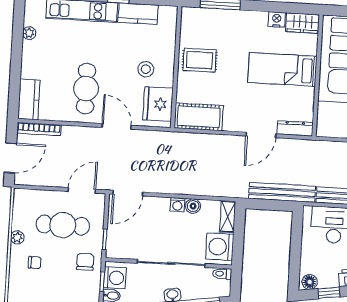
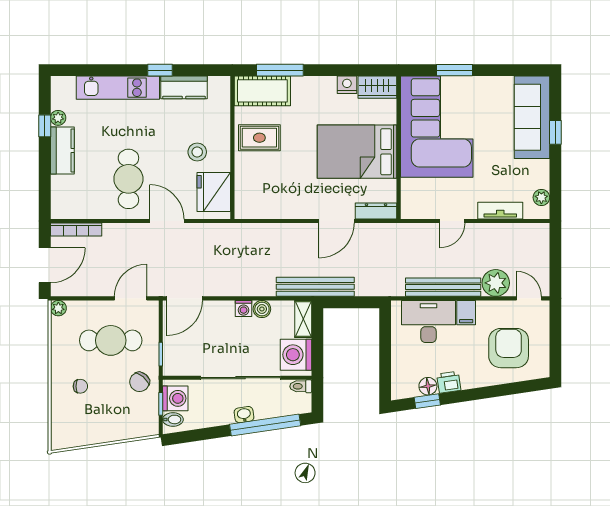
window: (17, 39) -> (45, 126), added
bed: (282, 69) -> (357, 152), width x1.50
kitchen counter: (29, 99) -> (62, 151), moved
cot: (199, 117) -> (262, 91), moved
bench: (282, 192) -> (315, 287), moved
plant: (17, 237) -> (58, 308), moved
chair: (85, 262) -> (140, 382), turned -139
floor lamp: (310, 282) -> (428, 386), moved

